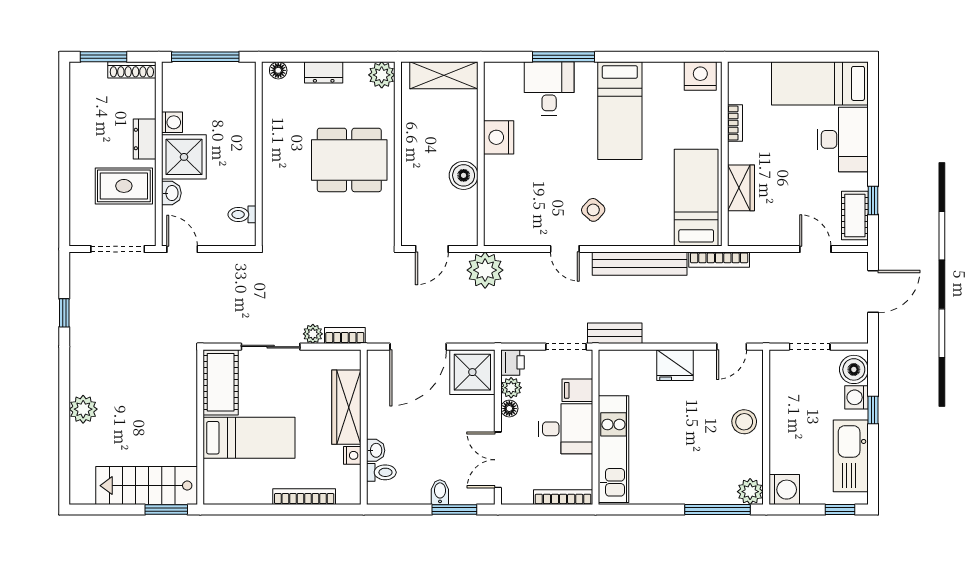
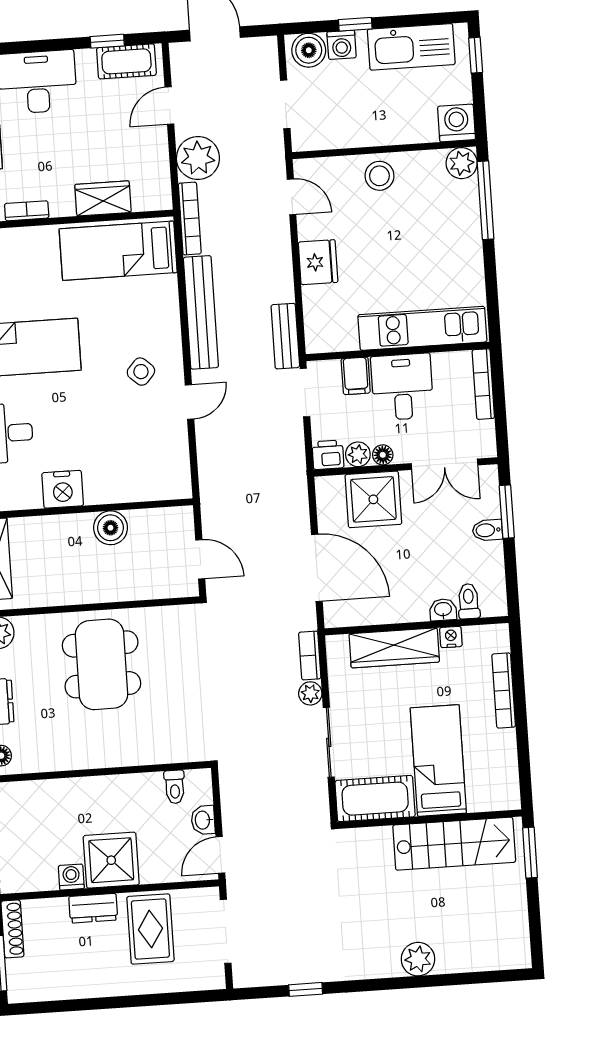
washbasin: (171, 193) -> (203, 820), moved, turned -90
plant: (485, 270) -> (198, 158), moved
shower: (472, 372) -> (373, 499), moved
stairs: (147, 486) -> (454, 844), moved, turned -90

